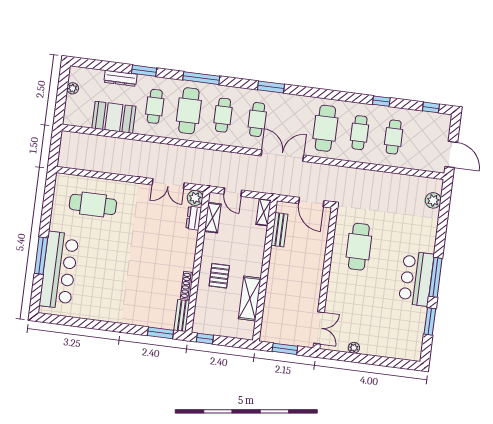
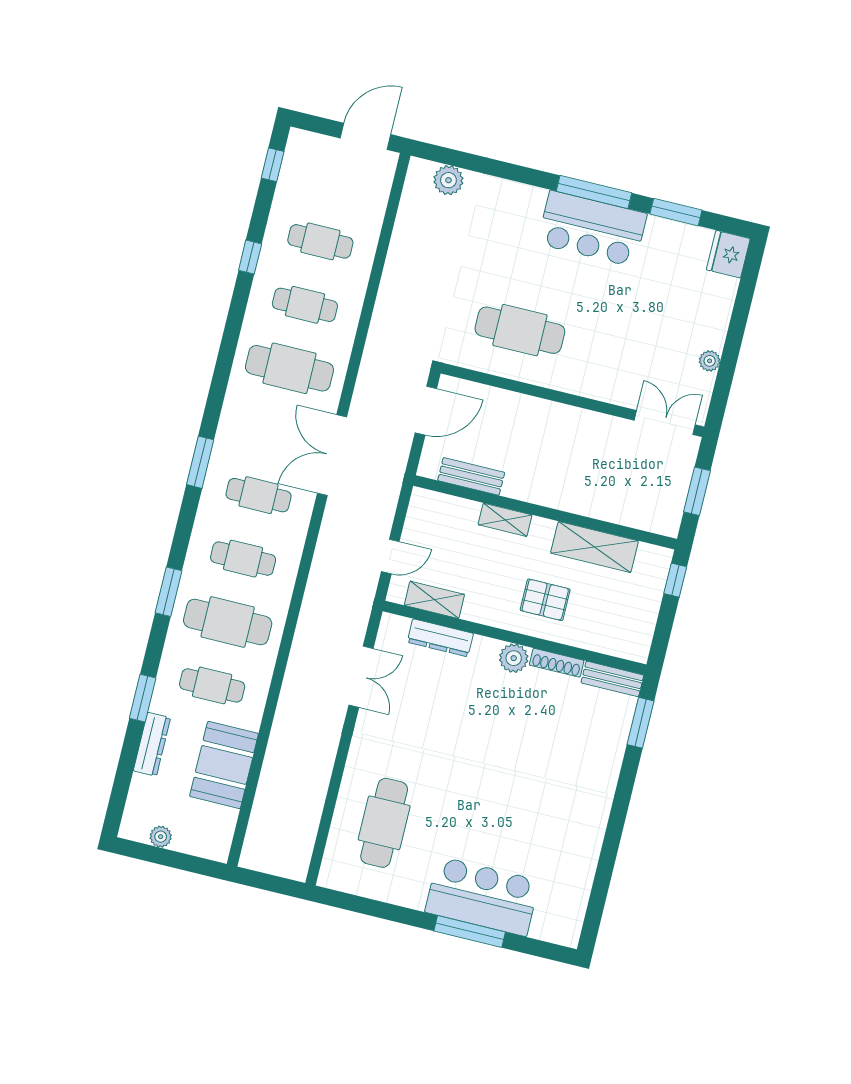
window: (201, 78) -> (169, 592), width x0.69
plant: (195, 198) -> (514, 658), moved
shelving: (264, 212) -> (505, 520), moved
dresser: (194, 218) -> (440, 638), width x1.44
bar counter: (59, 270) -> (482, 896), width x0.73
window: (205, 339) -> (675, 580), moved
fridge: (411, 351) -> (728, 254), added

